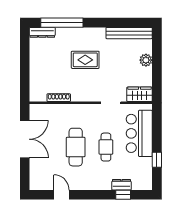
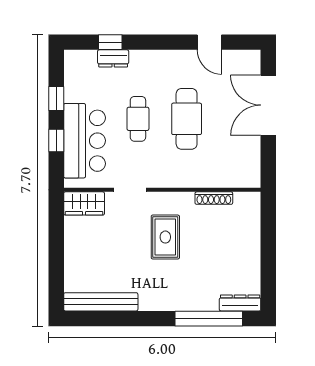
rug: (85, 60) -> (165, 237), moved, turned 90
plant: (146, 60) -> (74, 258), removed
window: (157, 134) -> (56, 141), added
double door: (25, 139) -> (268, 105), moved

